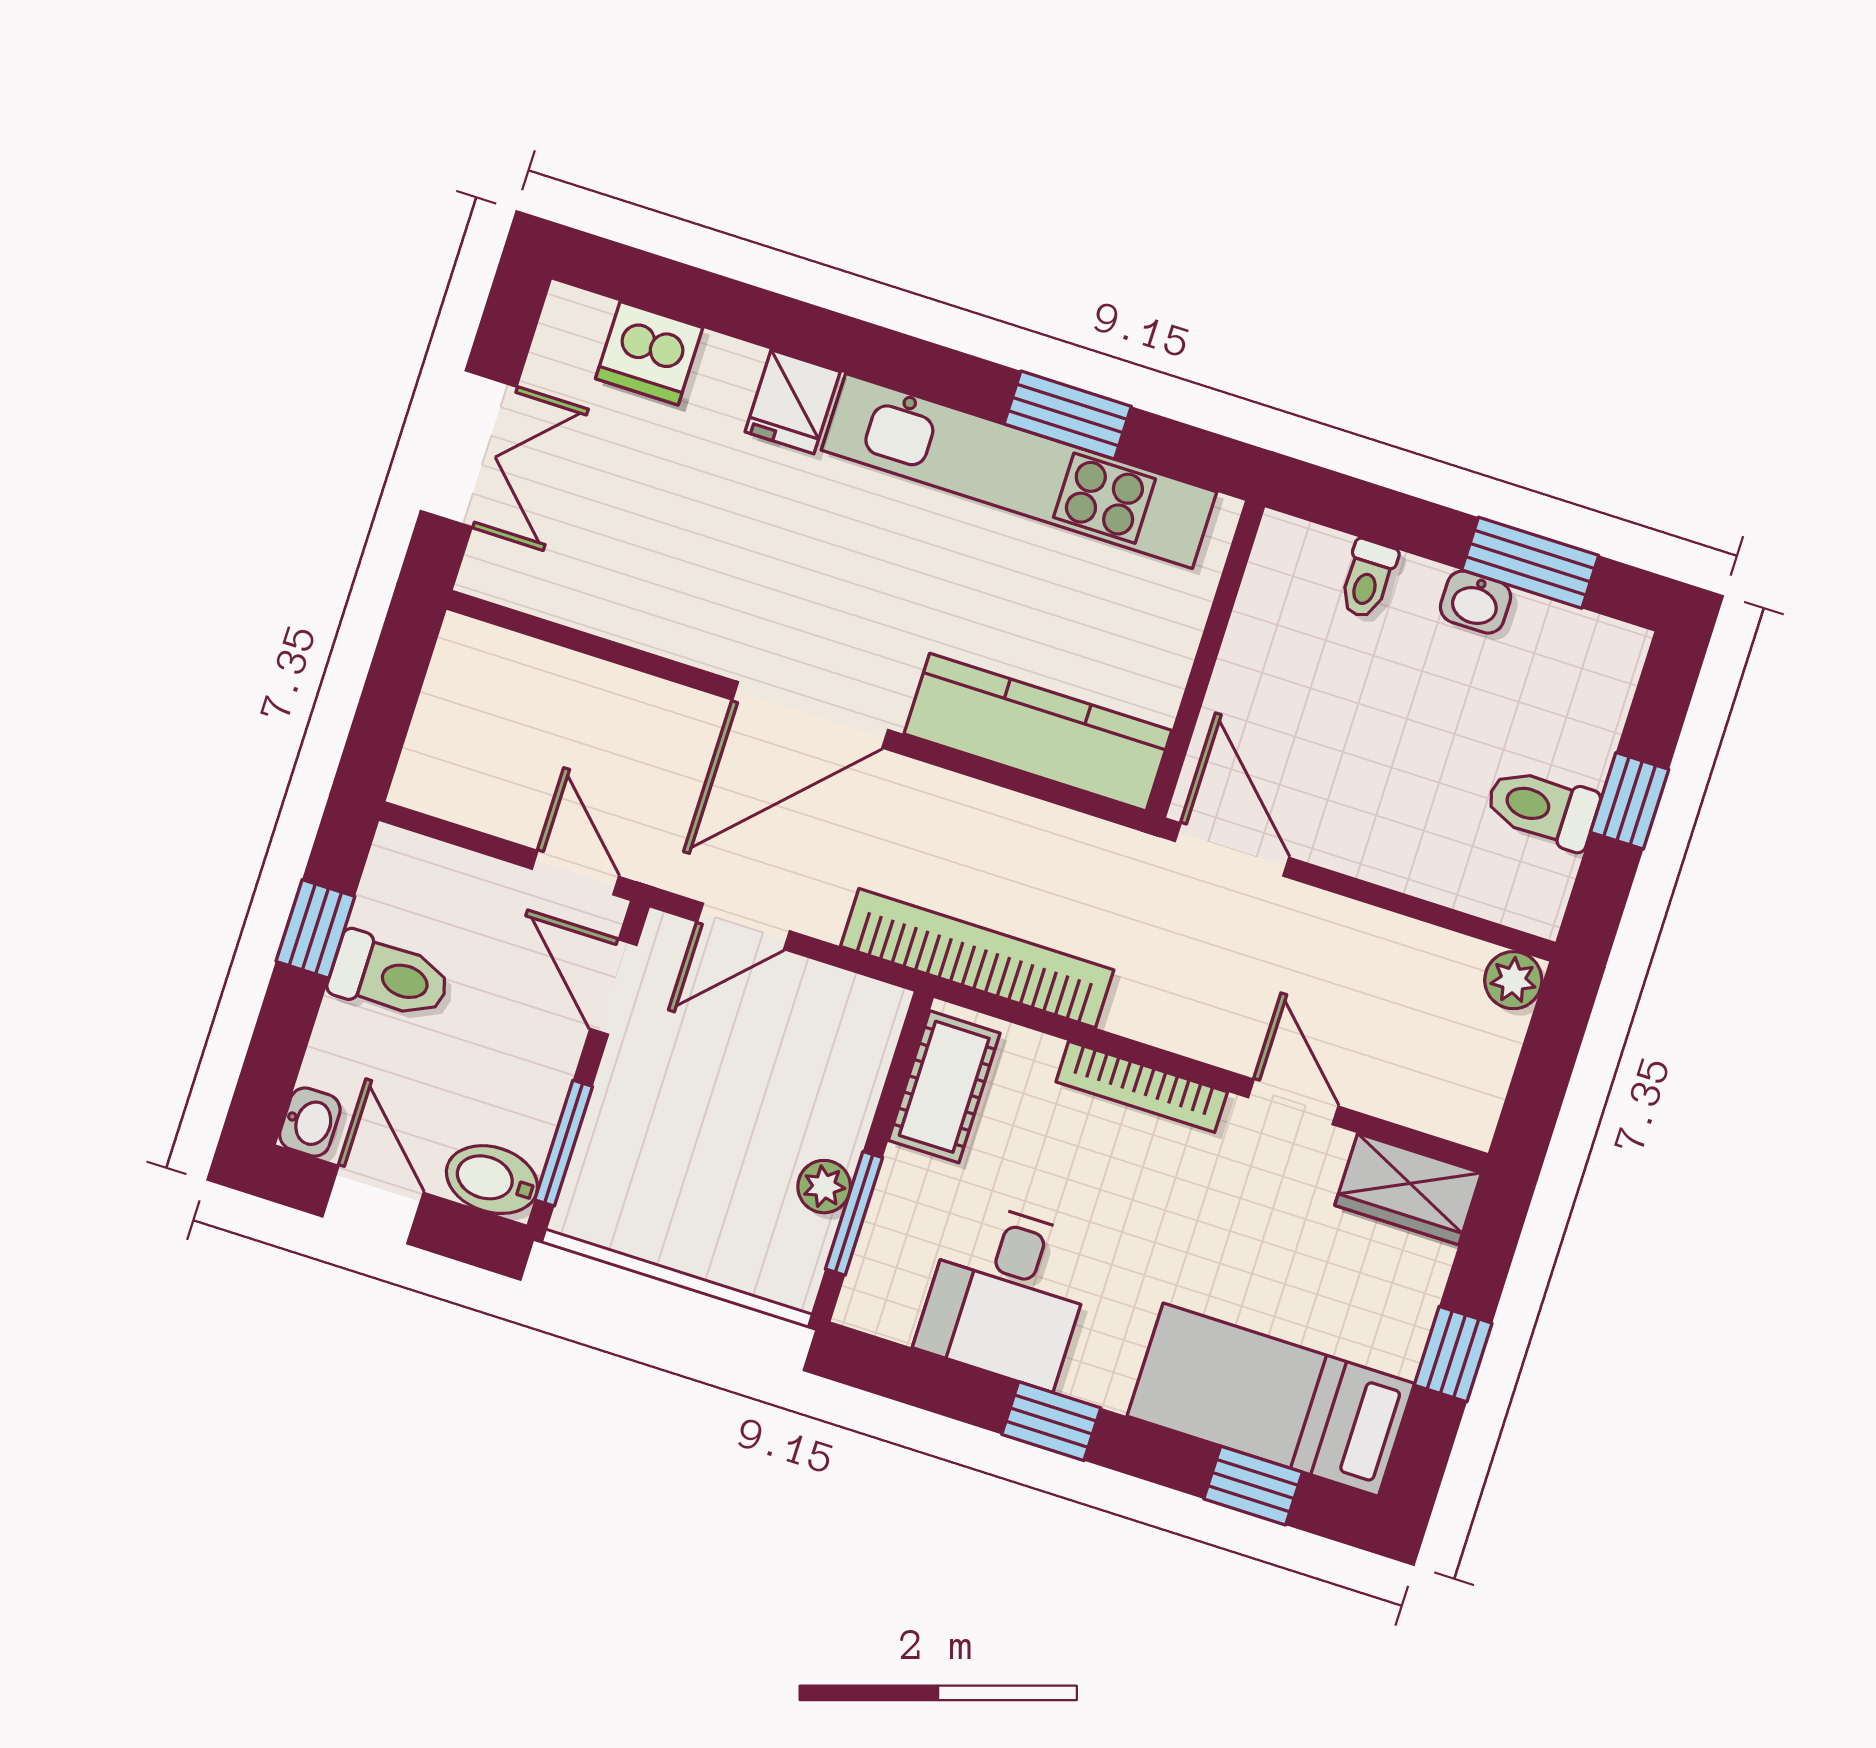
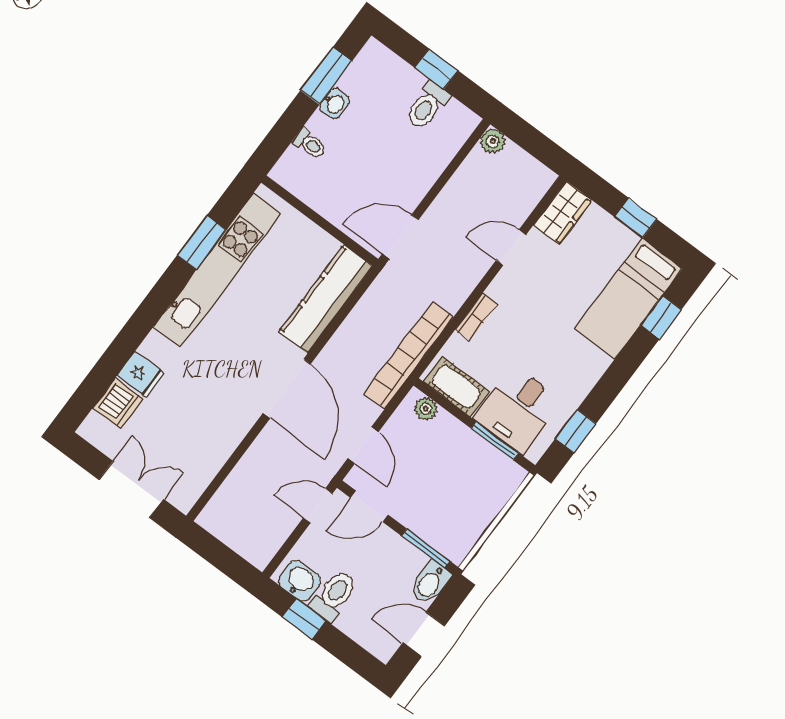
fridge: (793, 402) -> (141, 375), moved
bookcase: (1142, 1087) -> (476, 317), width x0.64
washbasin: (310, 1122) -> (300, 581), moved, width x1.38, depth x1.45
plant: (824, 1187) -> (426, 409), moved
desk: (1007, 1294) -> (518, 410), moved, turned 90
window: (1051, 1421) -> (576, 431), moved

